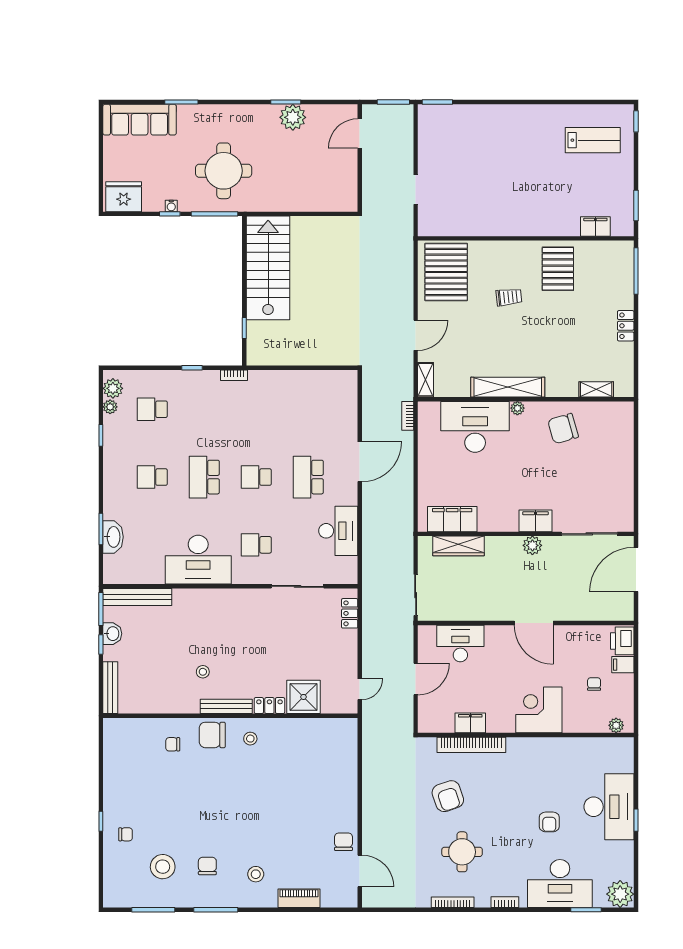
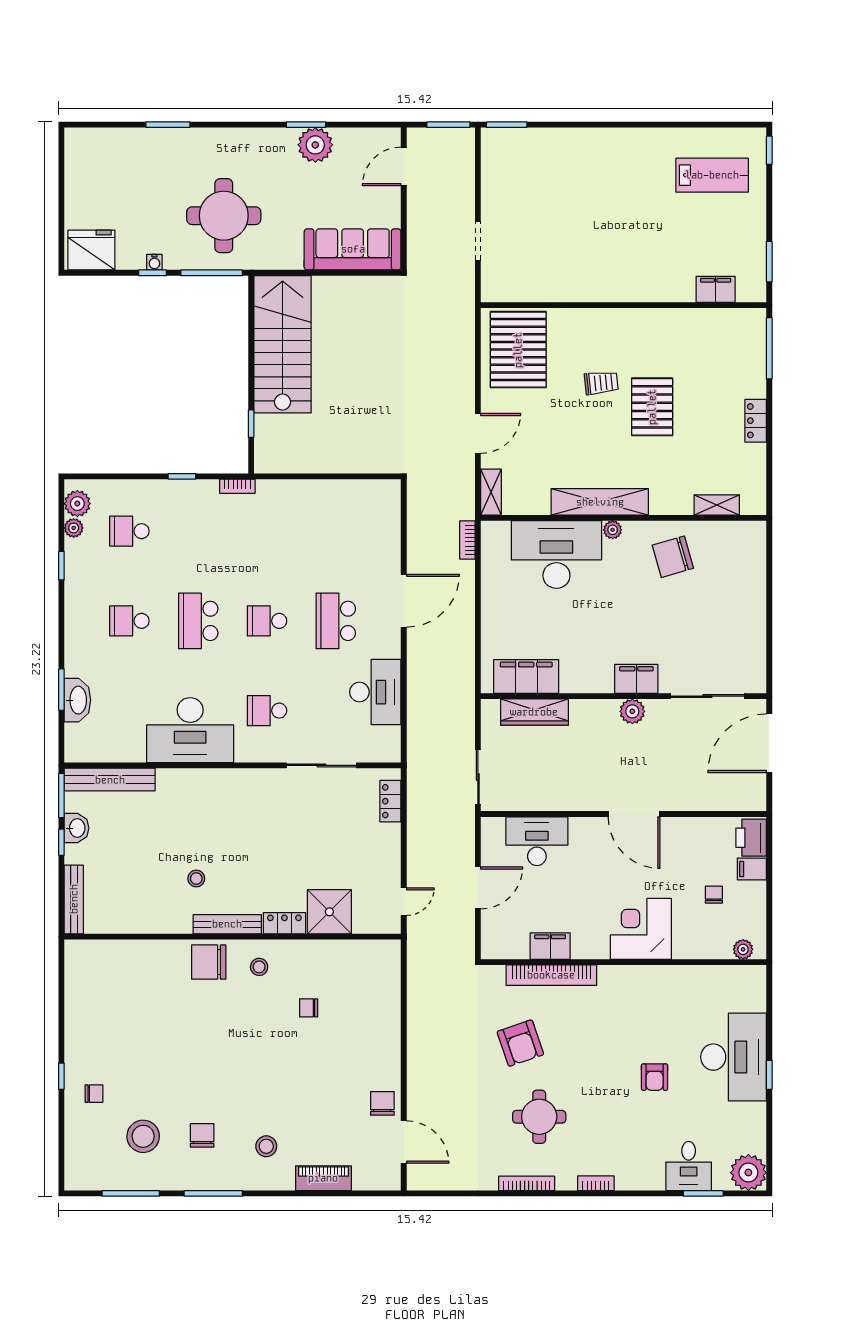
sofa: (140, 120) -> (353, 249), moved, turned 180
pallet: (558, 269) -> (652, 407), moved
chair: (173, 744) -> (309, 1008), moved
desk: (560, 884) -> (689, 1166), width x0.53, depth x0.77

